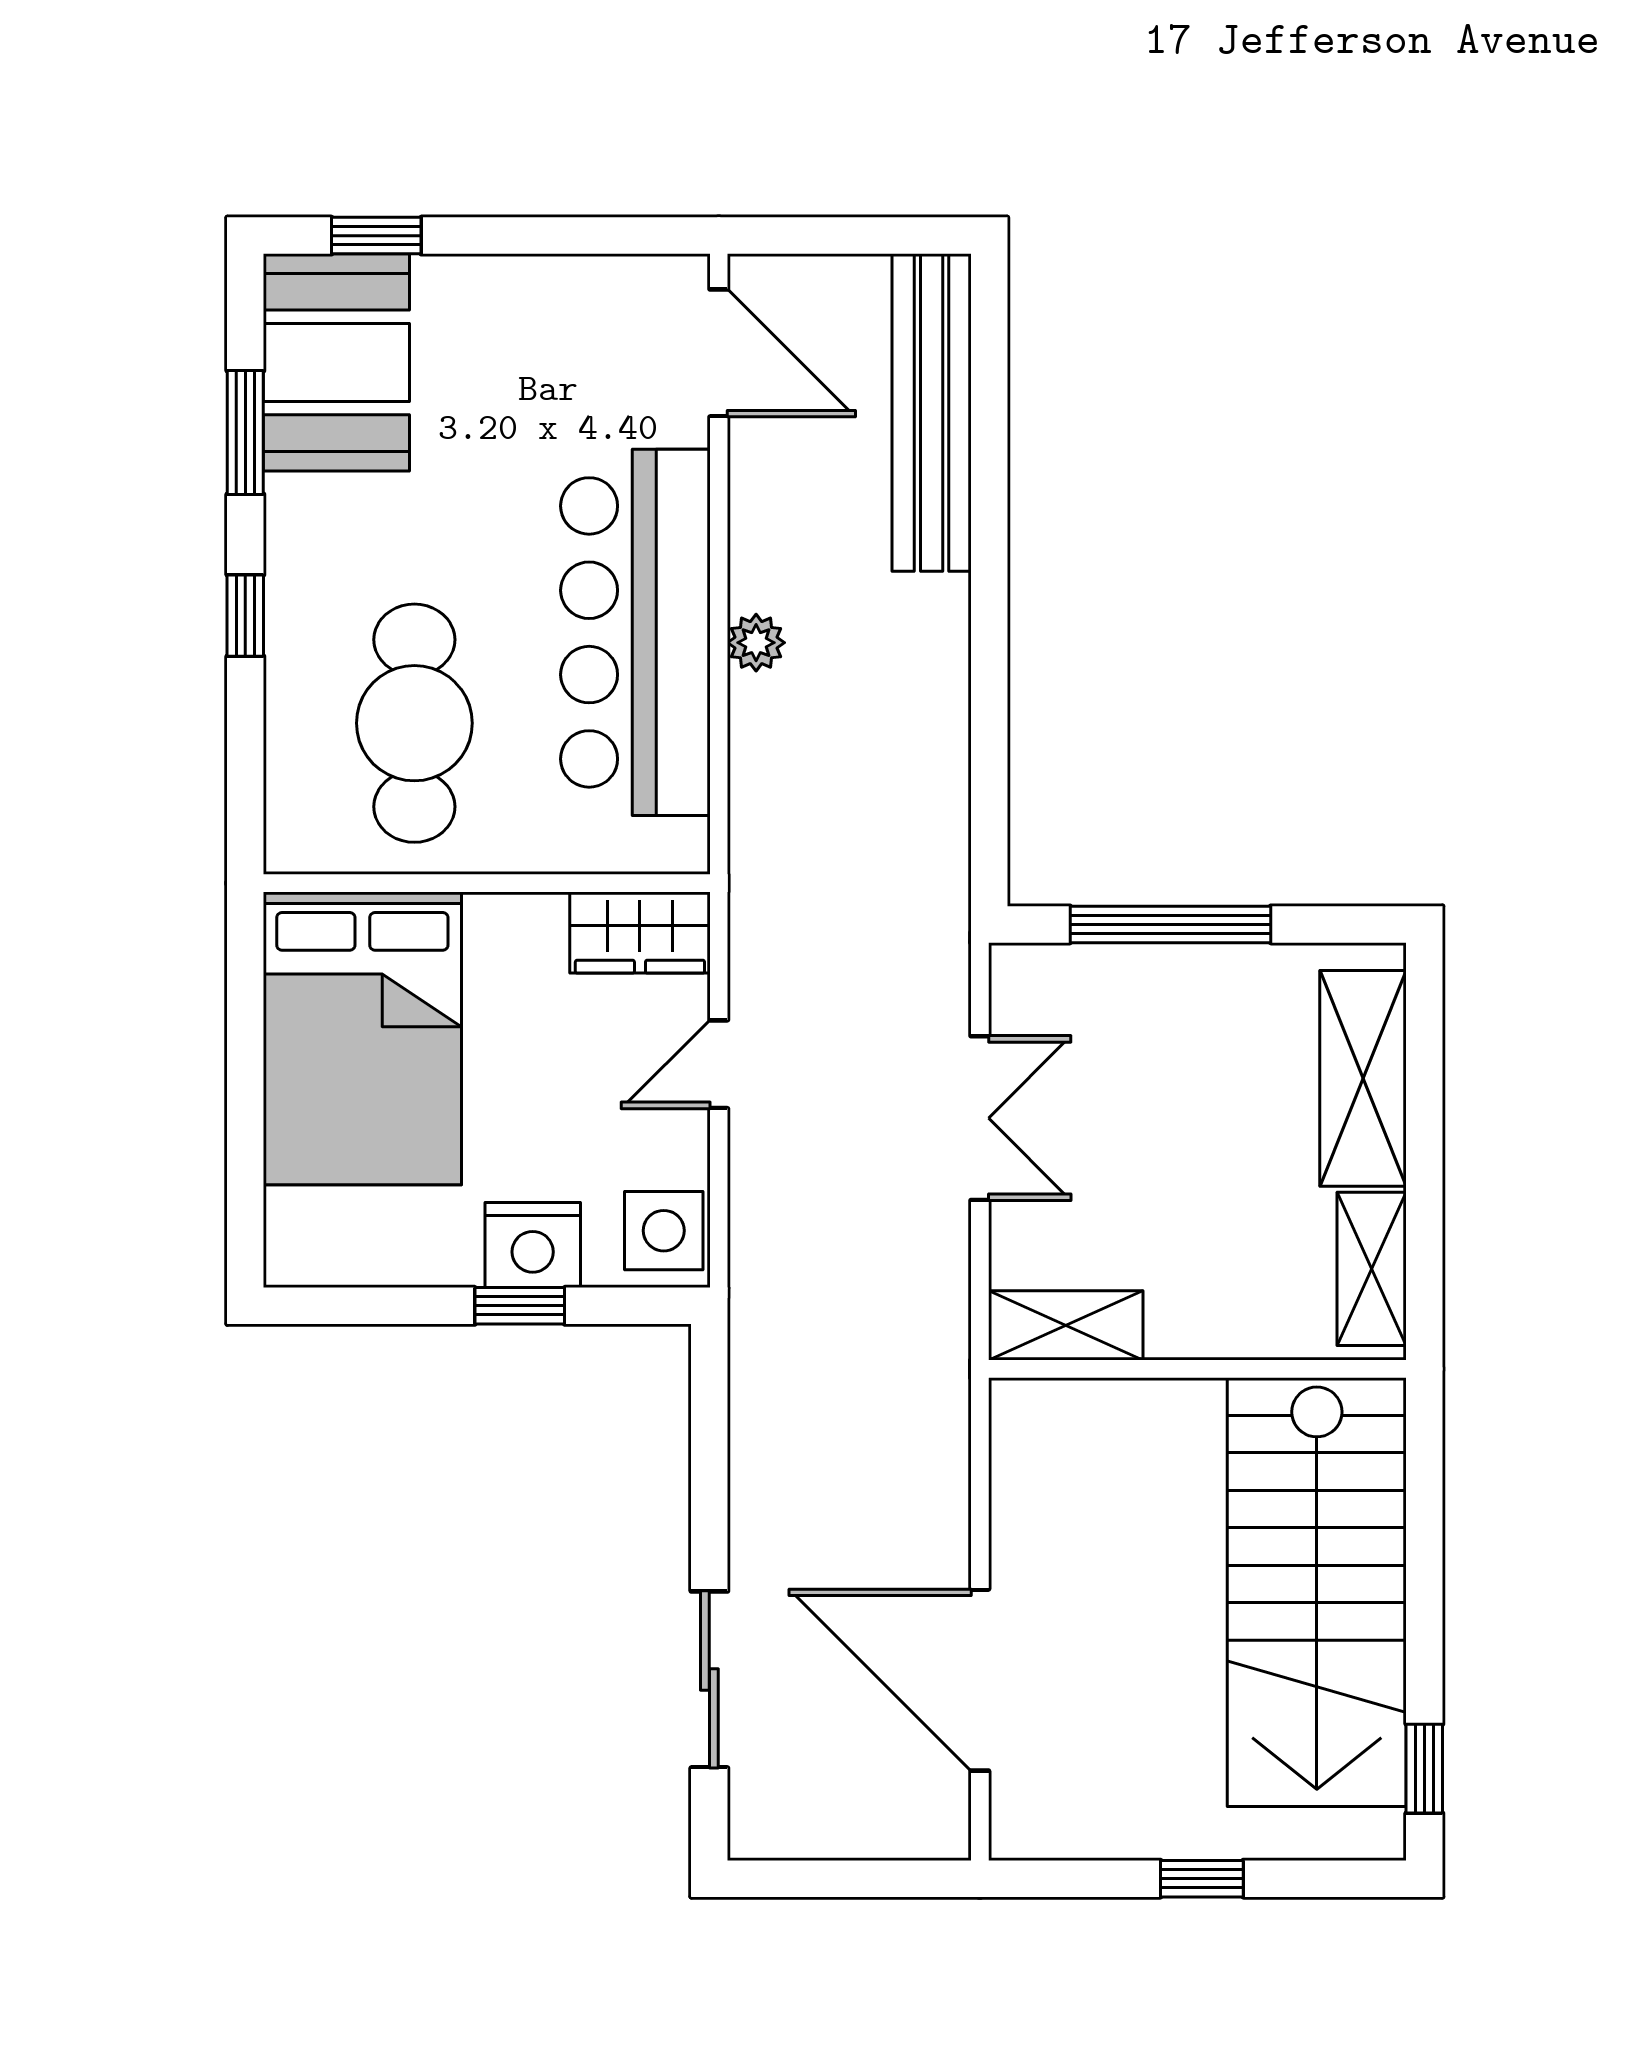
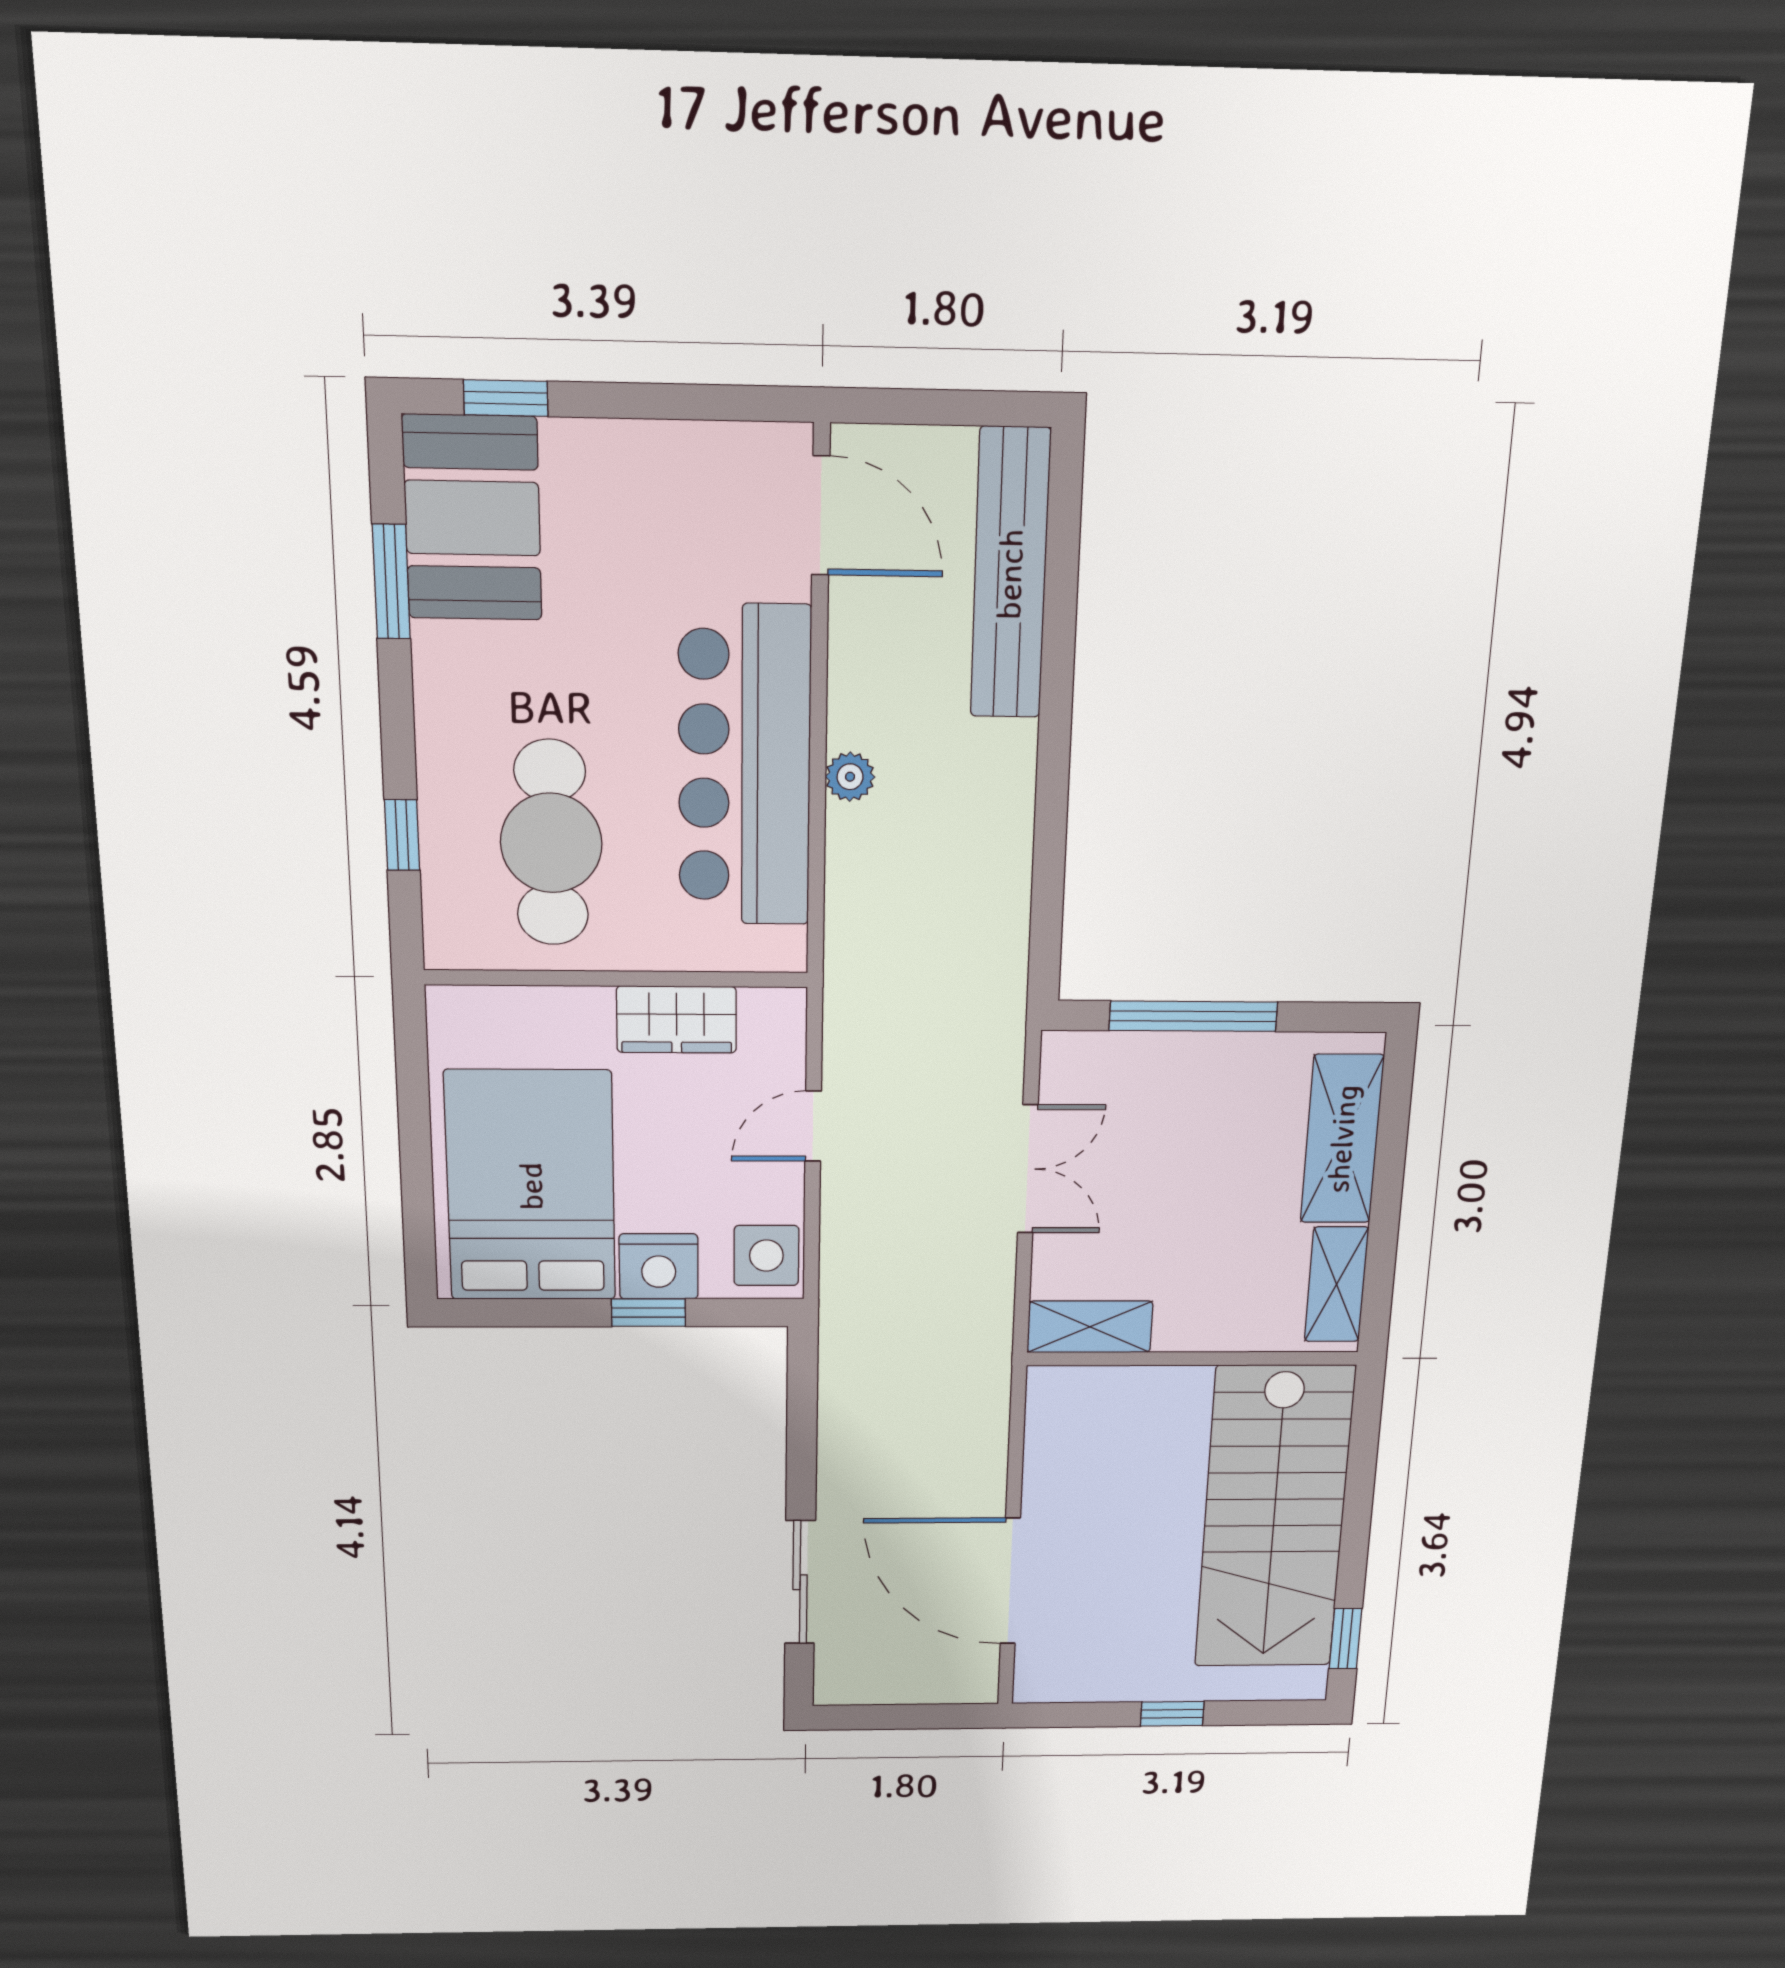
window: (245, 616) -> (402, 835), moved
wardrobe: (640, 932) -> (677, 1019), moved
bed: (362, 1038) -> (531, 1186), moved, turned 180

